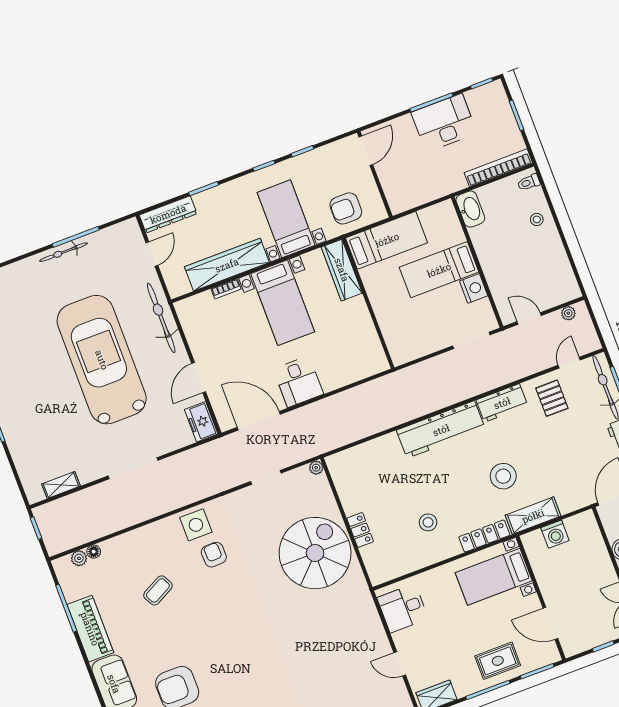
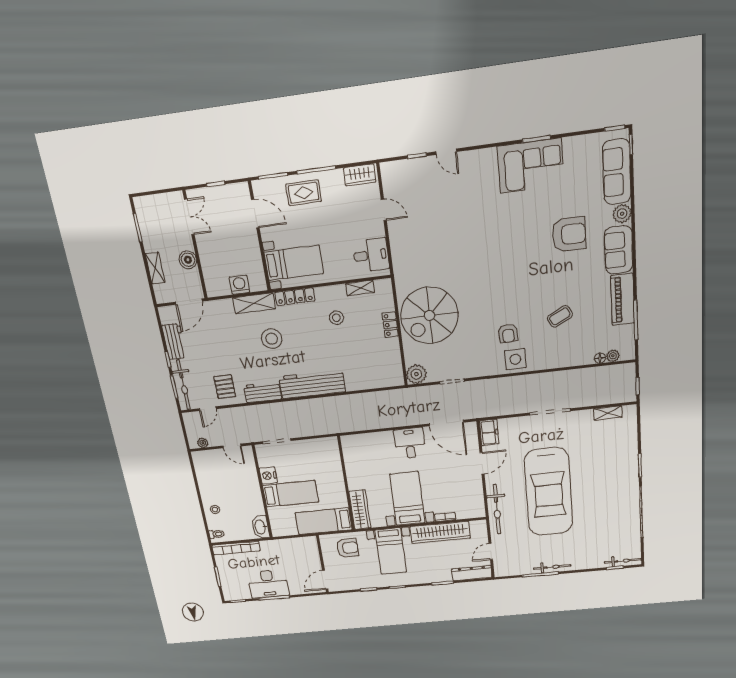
plant: (316, 468) -> (416, 374), width x1.88, depth x1.88
shelving: (407, 566) -> (360, 288), added

